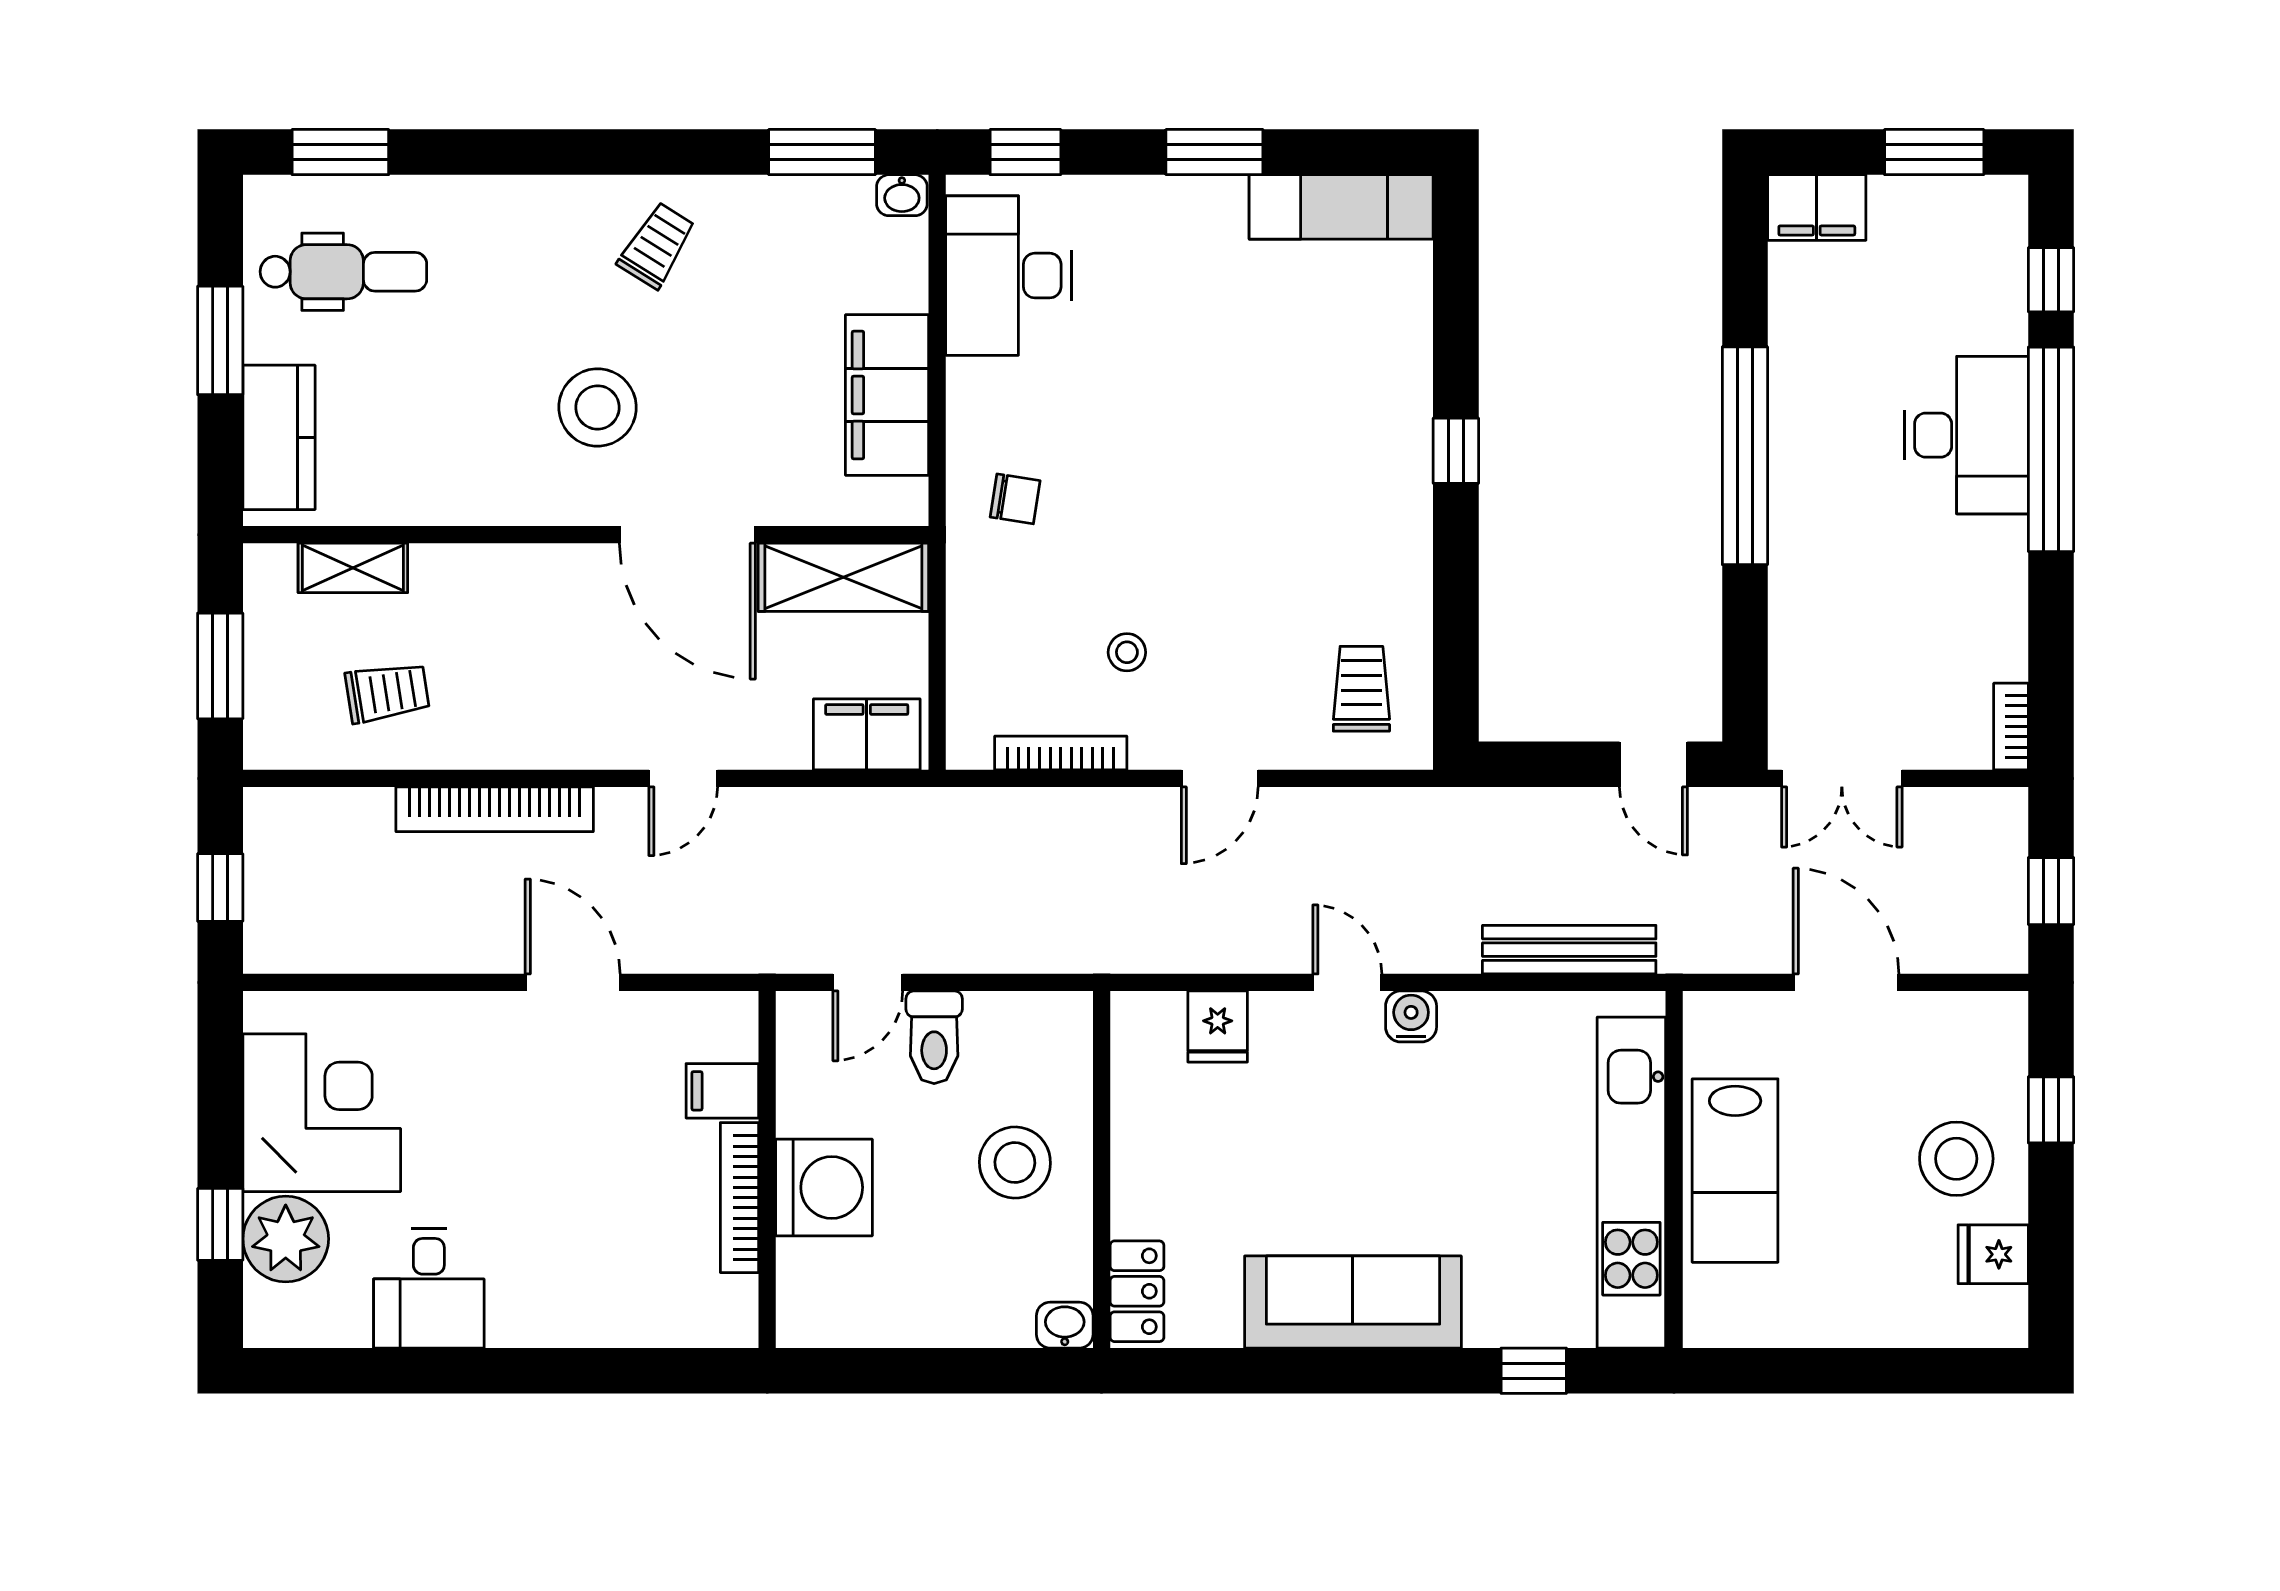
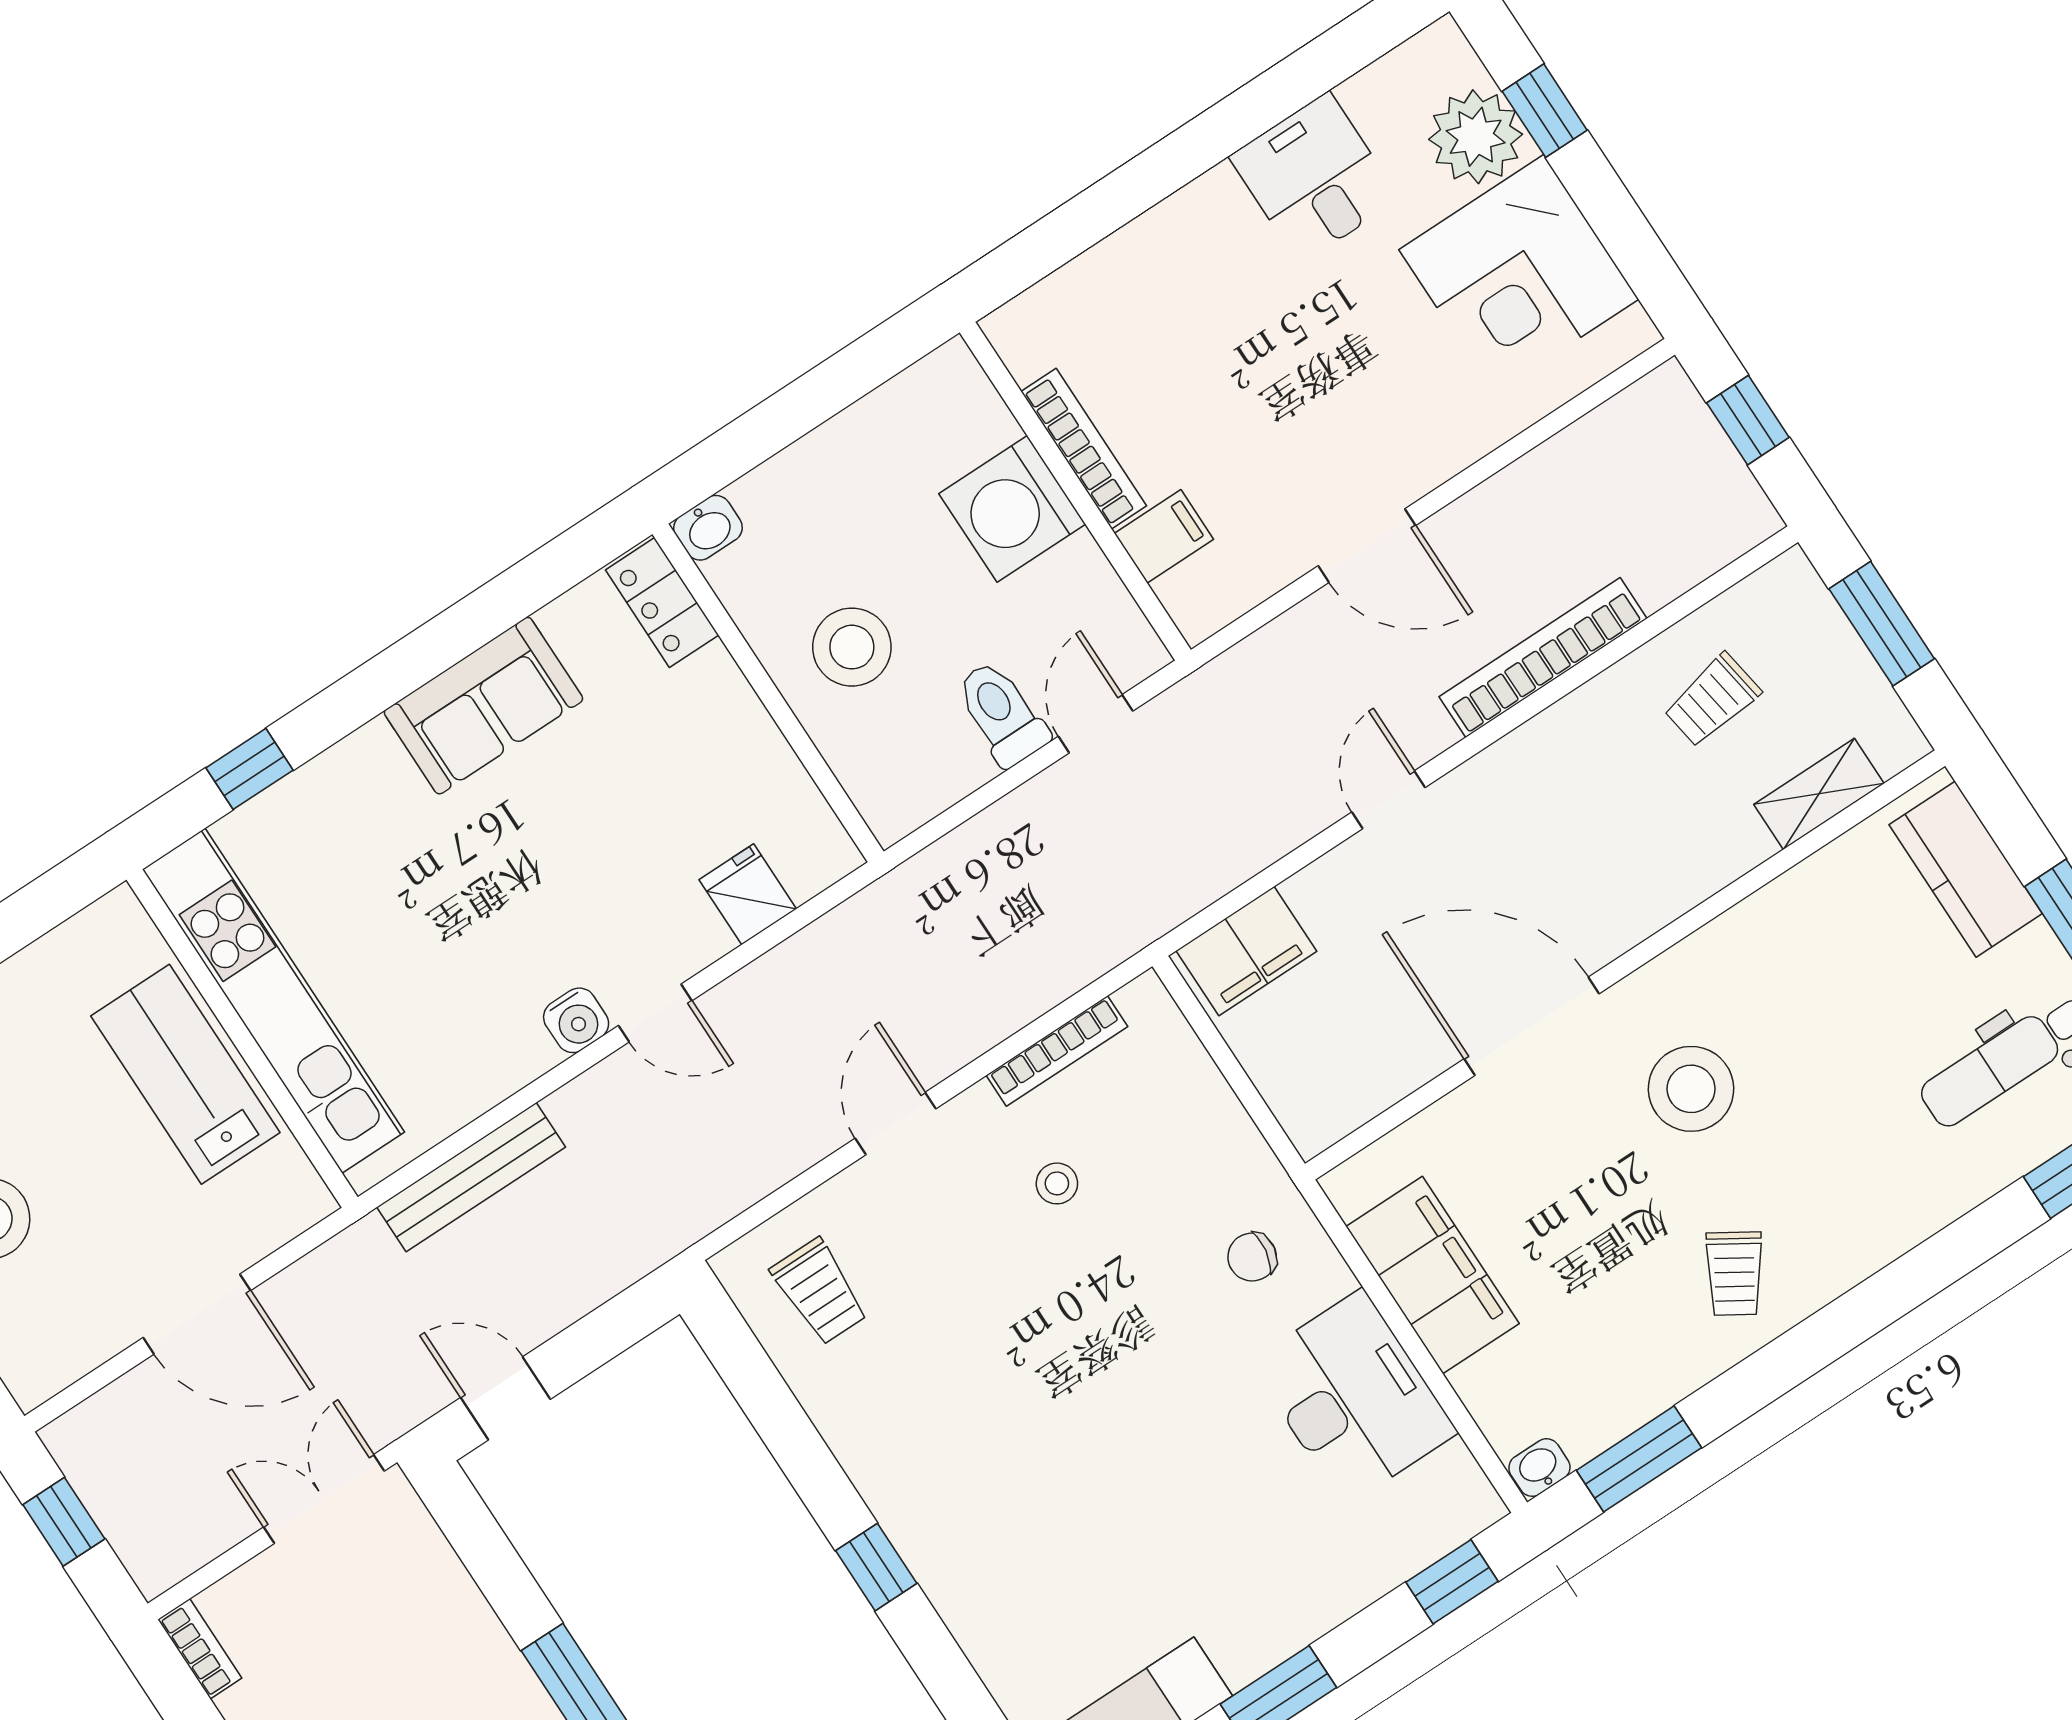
desk: (1008, 276) -> (1353, 1397), moved
shelving: (843, 577) -> (1363, 1081), removed
sofa: (1353, 1302) -> (483, 706), width x0.73

